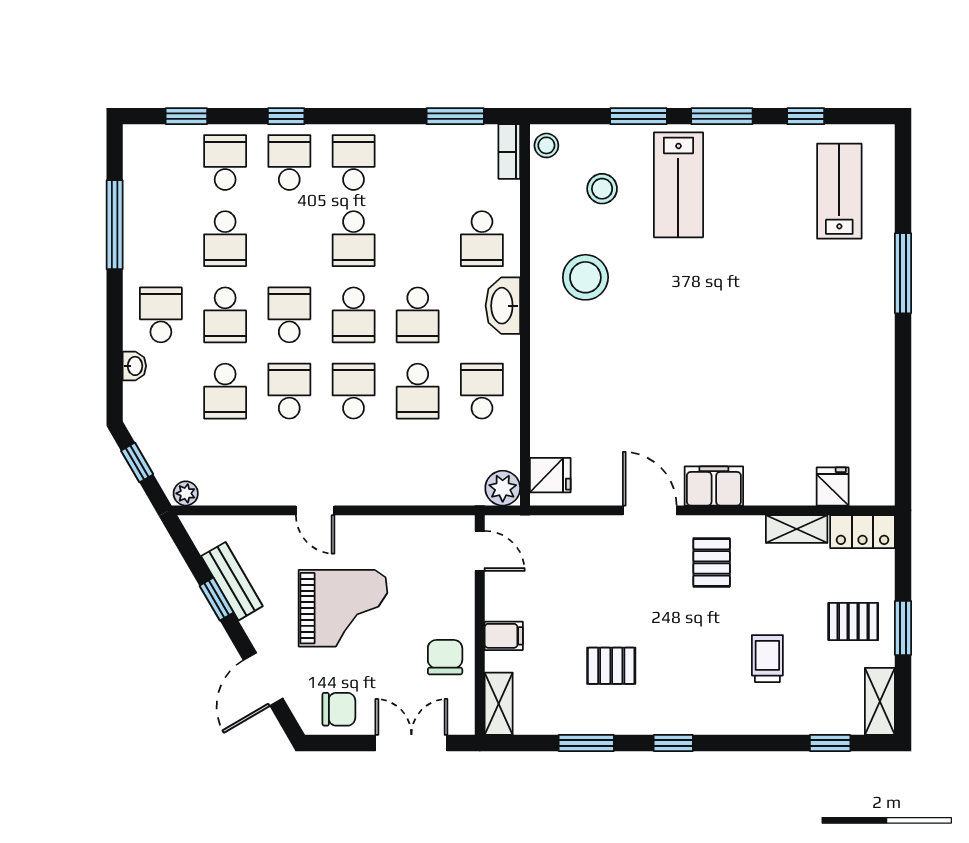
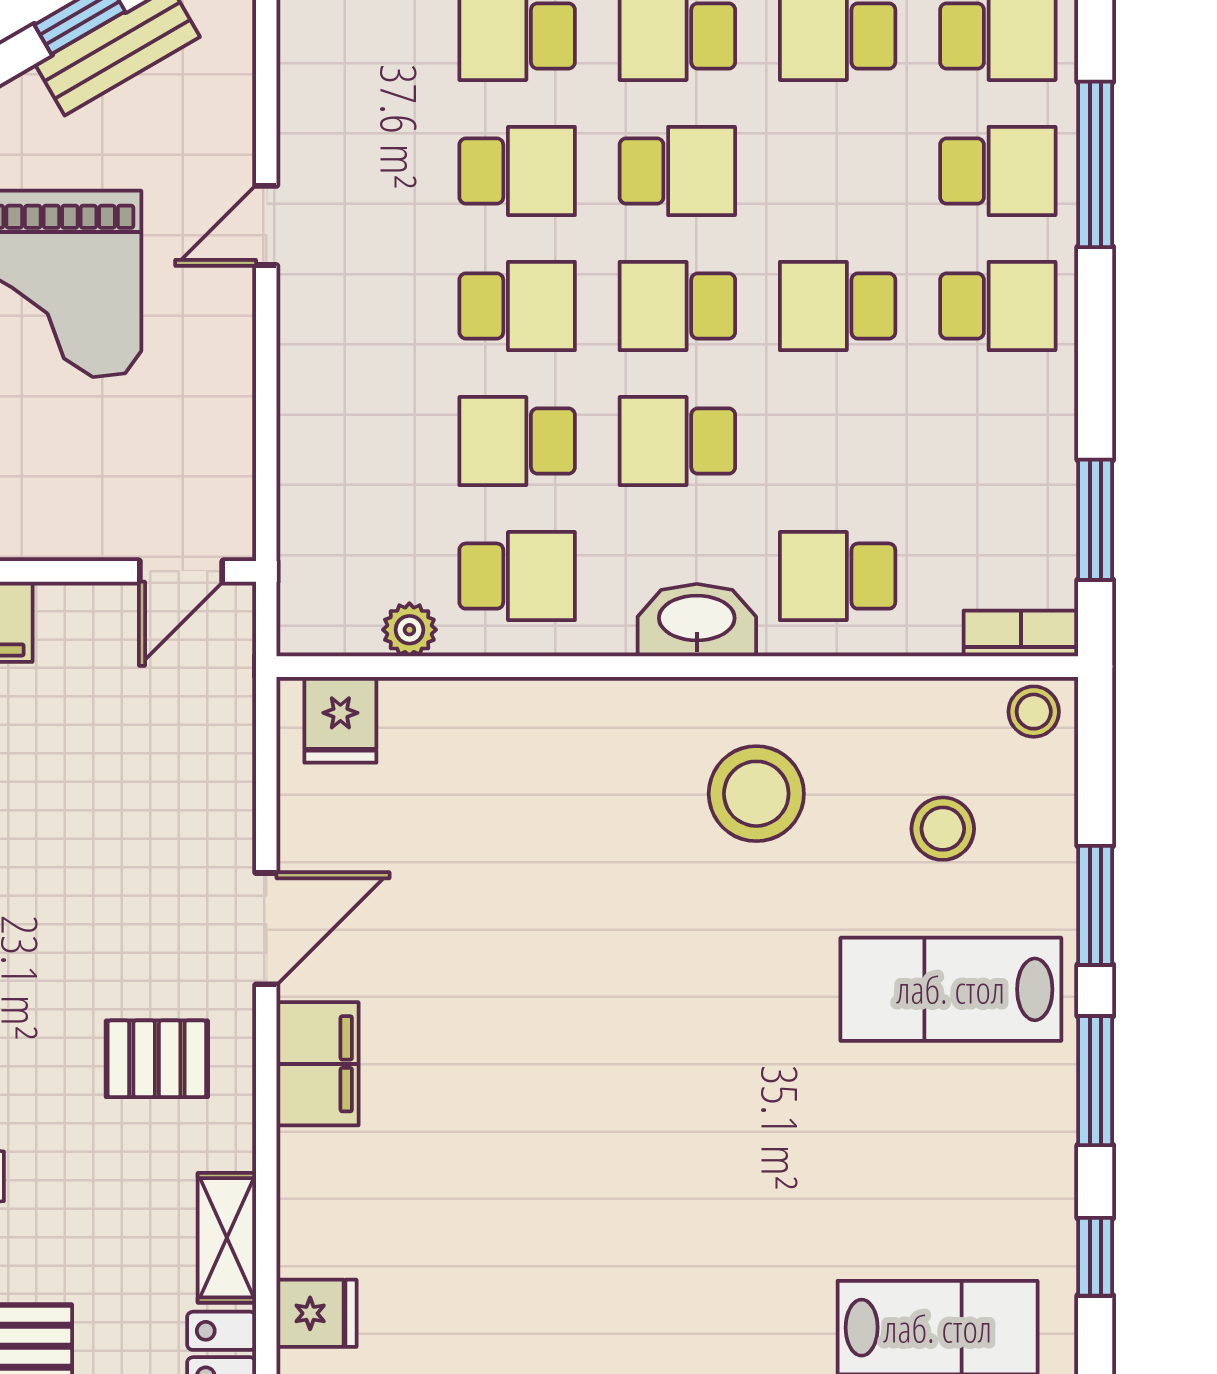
window: (286, 116) -> (1095, 164), width x2.17
plant: (503, 488) -> (409, 630), moved, width x0.73, depth x0.73

